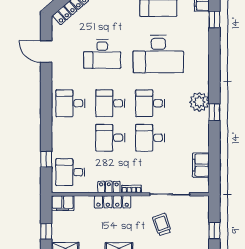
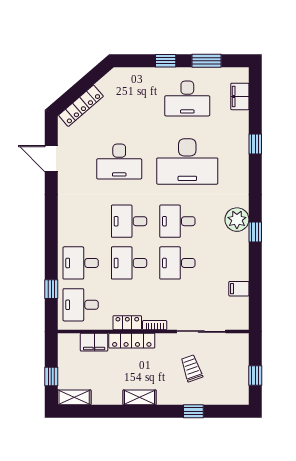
window: (214, 19) -> (255, 144), moved
desk: (70, 103) -> (81, 263), moved
filing cabinet: (201, 165) -> (239, 289), width x0.50
filing cabinet: (63, 203) -> (94, 342), moved

